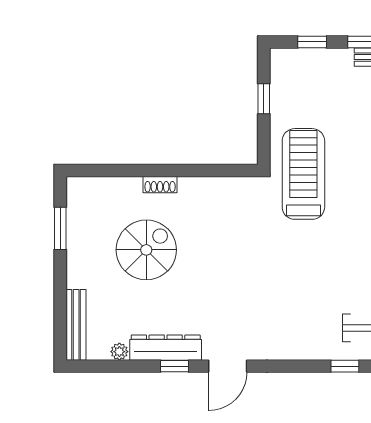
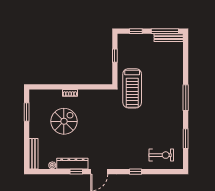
treadmill: (303, 174) -> (132, 88), turned 180
window: (345, 366) -> (135, 172), moved

